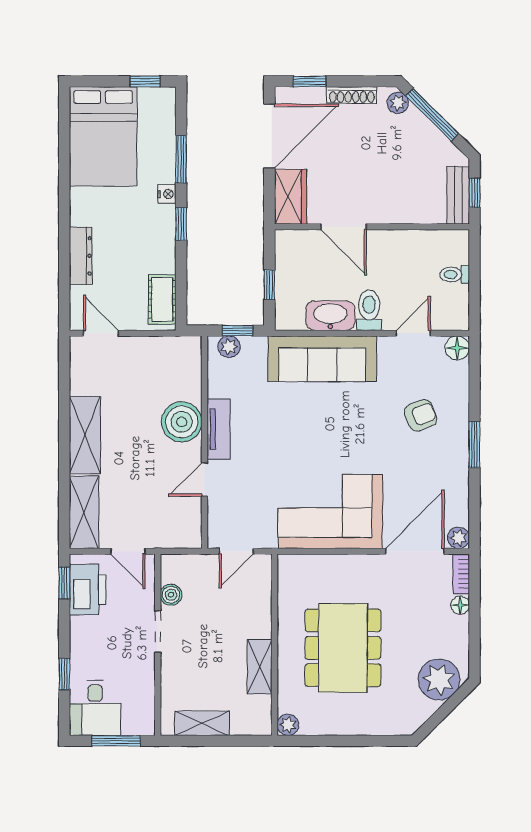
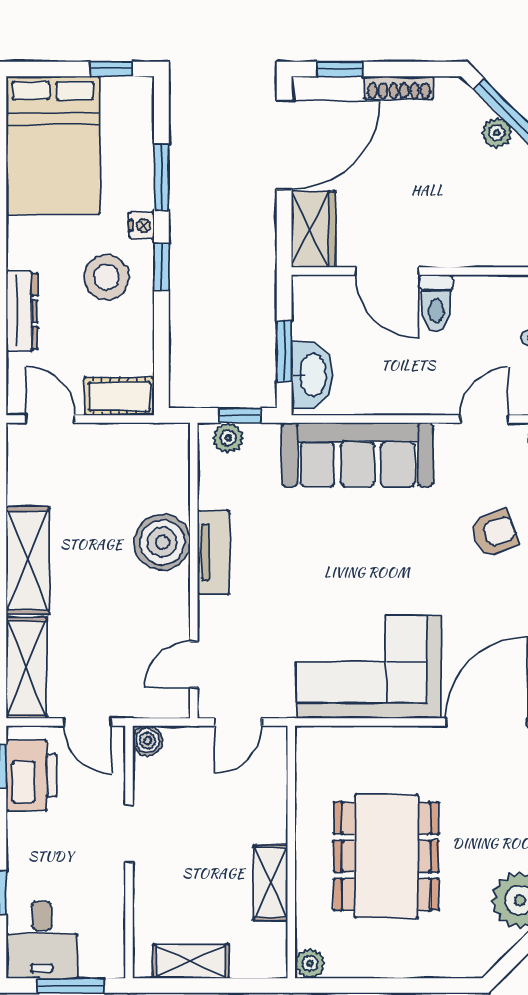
plant: (398, 103) -> (497, 133), moved
stool: (142, 231) -> (106, 277), added
window: (269, 285) -> (284, 352), width x1.50
cot: (162, 299) -> (119, 396), moved, turned 90
toilet: (369, 310) -> (436, 303), moved, turned 180
washbasin: (330, 316) -> (312, 375), moved, turned 90
door: (204, 479) -> (194, 665), moved
boiler: (171, 595) -> (147, 741), moved

